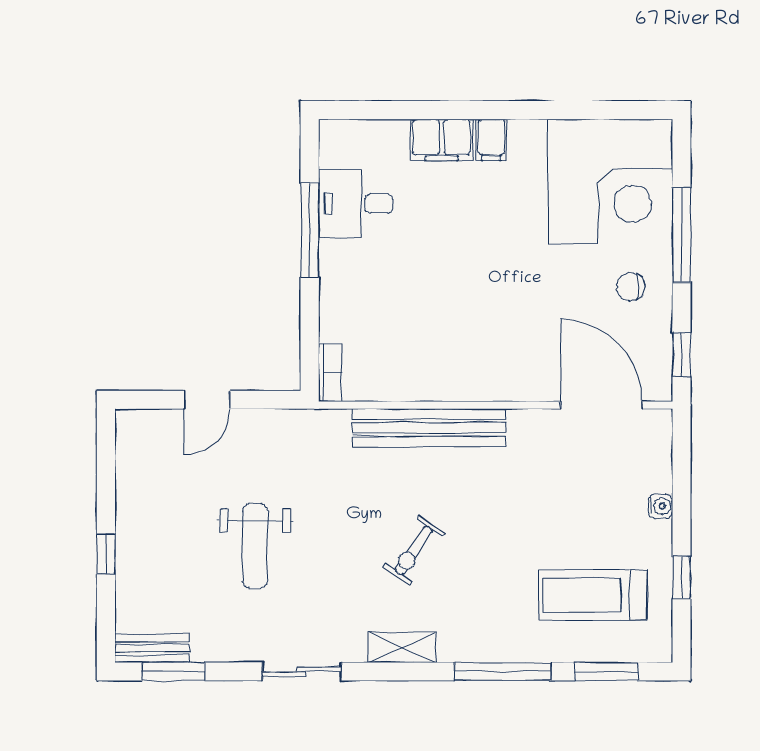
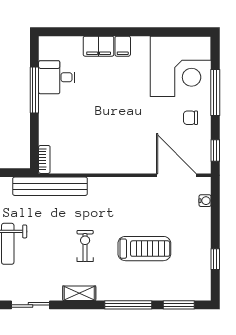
bench: (429, 428) -> (50, 186), moved
water cooler: (660, 506) -> (205, 201), moved
exercise bike: (414, 550) -> (85, 246), turned 145
treadmill: (593, 595) -> (144, 249), moved, turned 180

